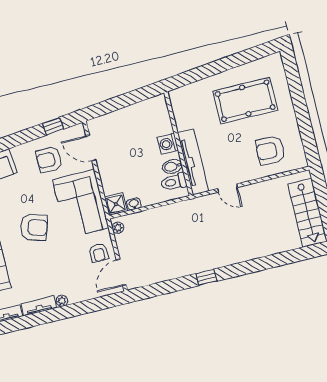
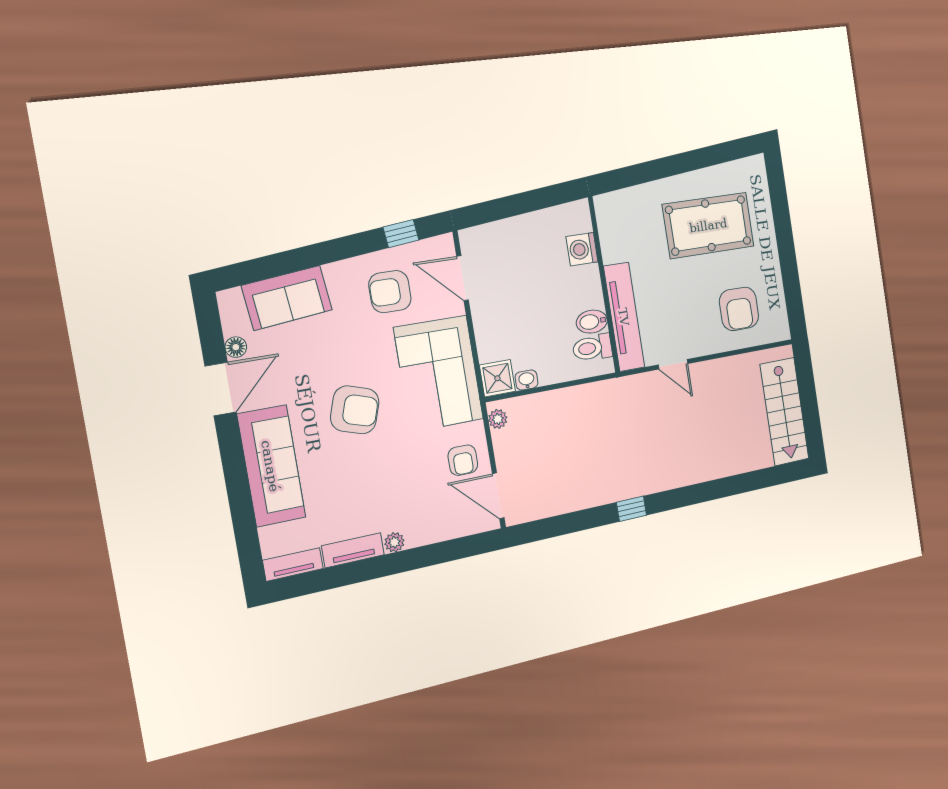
washing machine: (168, 144) -> (582, 249), moved
armchair: (270, 150) -> (739, 309), turned -92
door: (121, 272) -> (498, 496), hinge flipped

